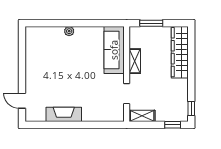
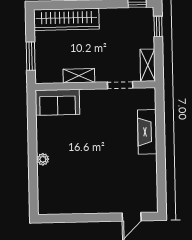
sofa: (114, 50) -> (57, 102), width x0.73
fireplace: (64, 114) -> (147, 132), moved

